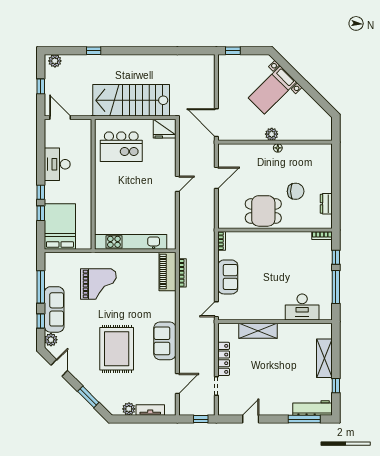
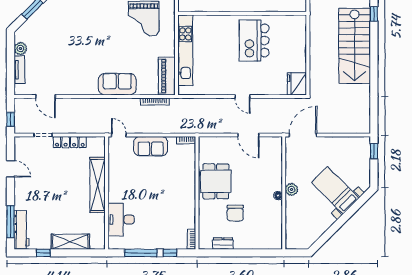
stairs: (131, 100) -> (355, 46), moved, turned 180
kitchen island: (121, 147) -> (254, 40), moved
piano: (168, 271) -> (167, 76), moved, turned -90
shelving: (258, 331) -> (98, 185), width x1.47
sofa: (165, 341) -> (117, 84), moved
rug: (117, 349) -> (80, 36), removed

